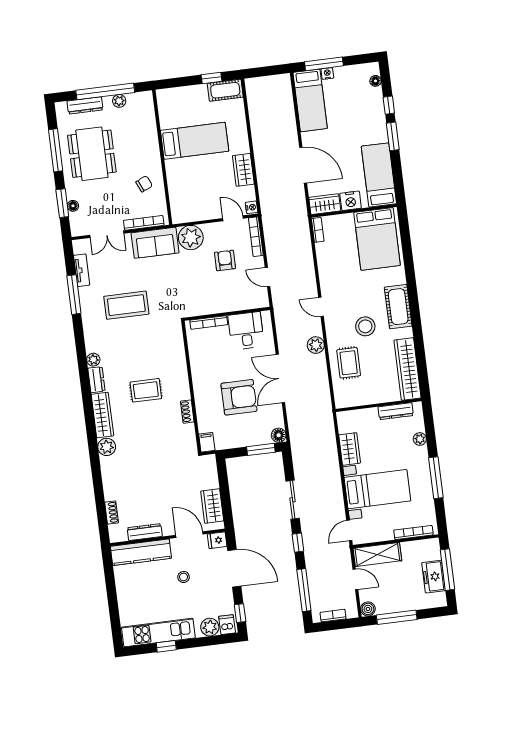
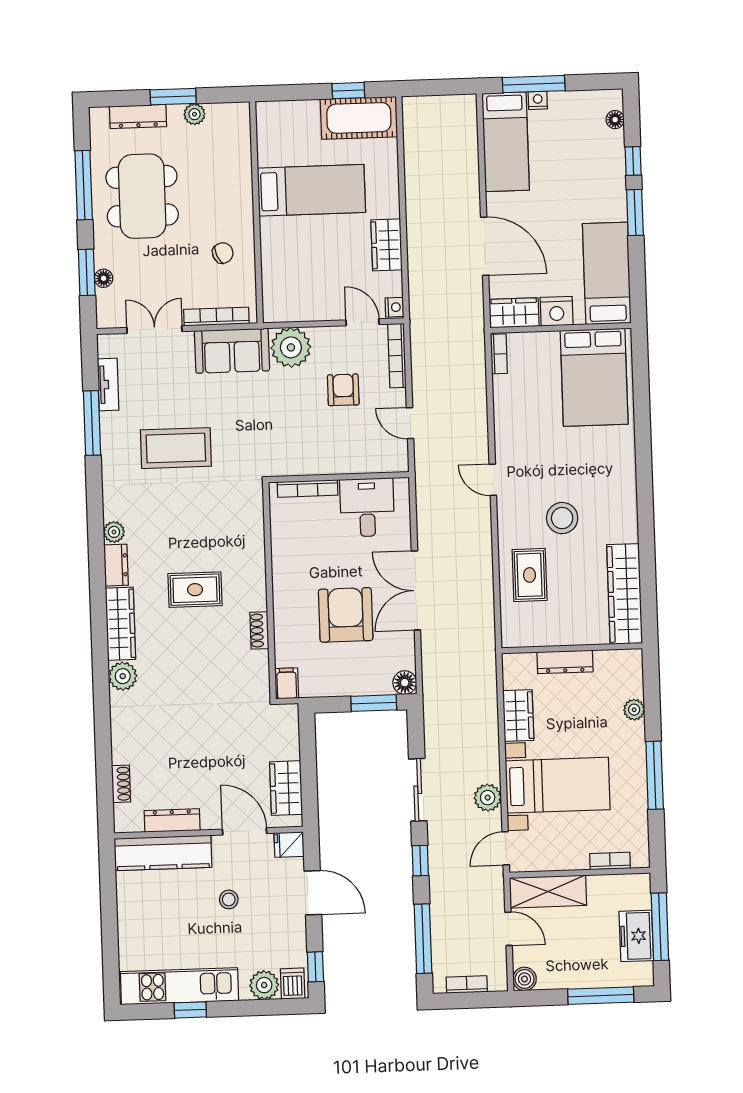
cot: (225, 90) -> (359, 118), width x1.37, depth x1.34
window: (105, 91) -> (173, 97), width x0.47
double door: (107, 234) -> (154, 330), swing flipped
cot: (398, 307) -> (619, 491), removed
plant: (316, 345) -> (488, 798), moved
armchair: (239, 397) -> (346, 615), turned -90
dresser: (396, 411) -> (565, 662), moved
bookcase: (413, 532) -> (610, 861), width x0.64
door: (234, 568) -> (313, 893), width x0.73
window: (397, 617) -> (601, 996), moved

